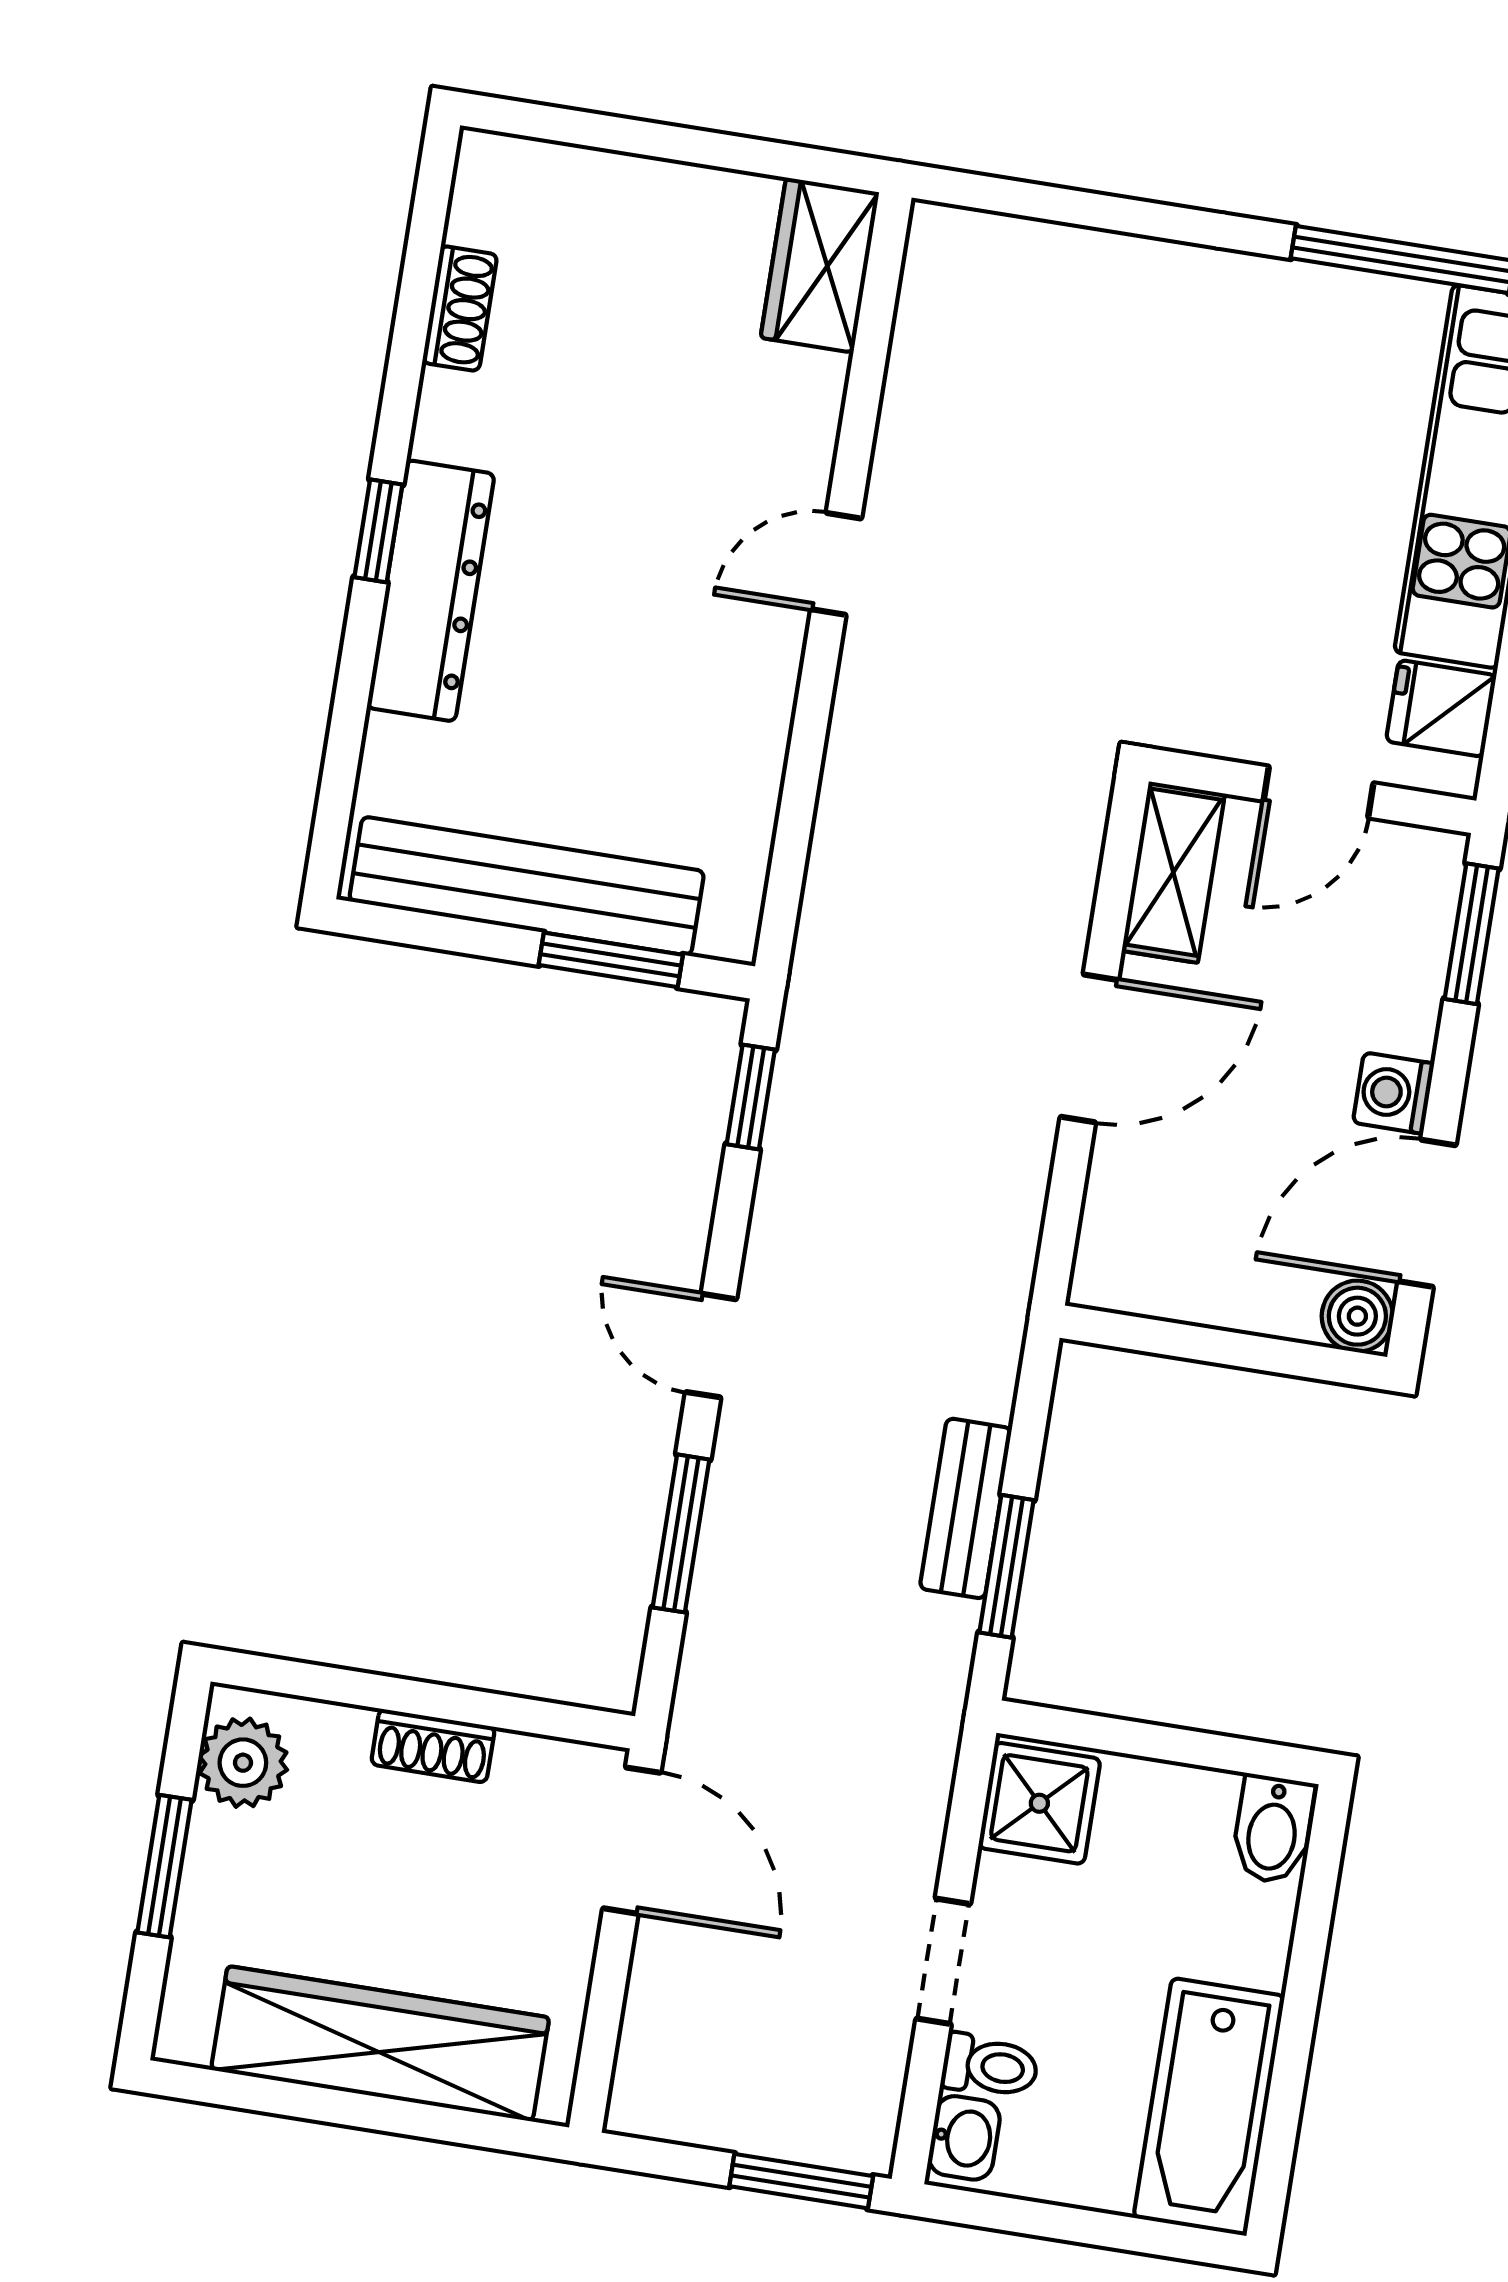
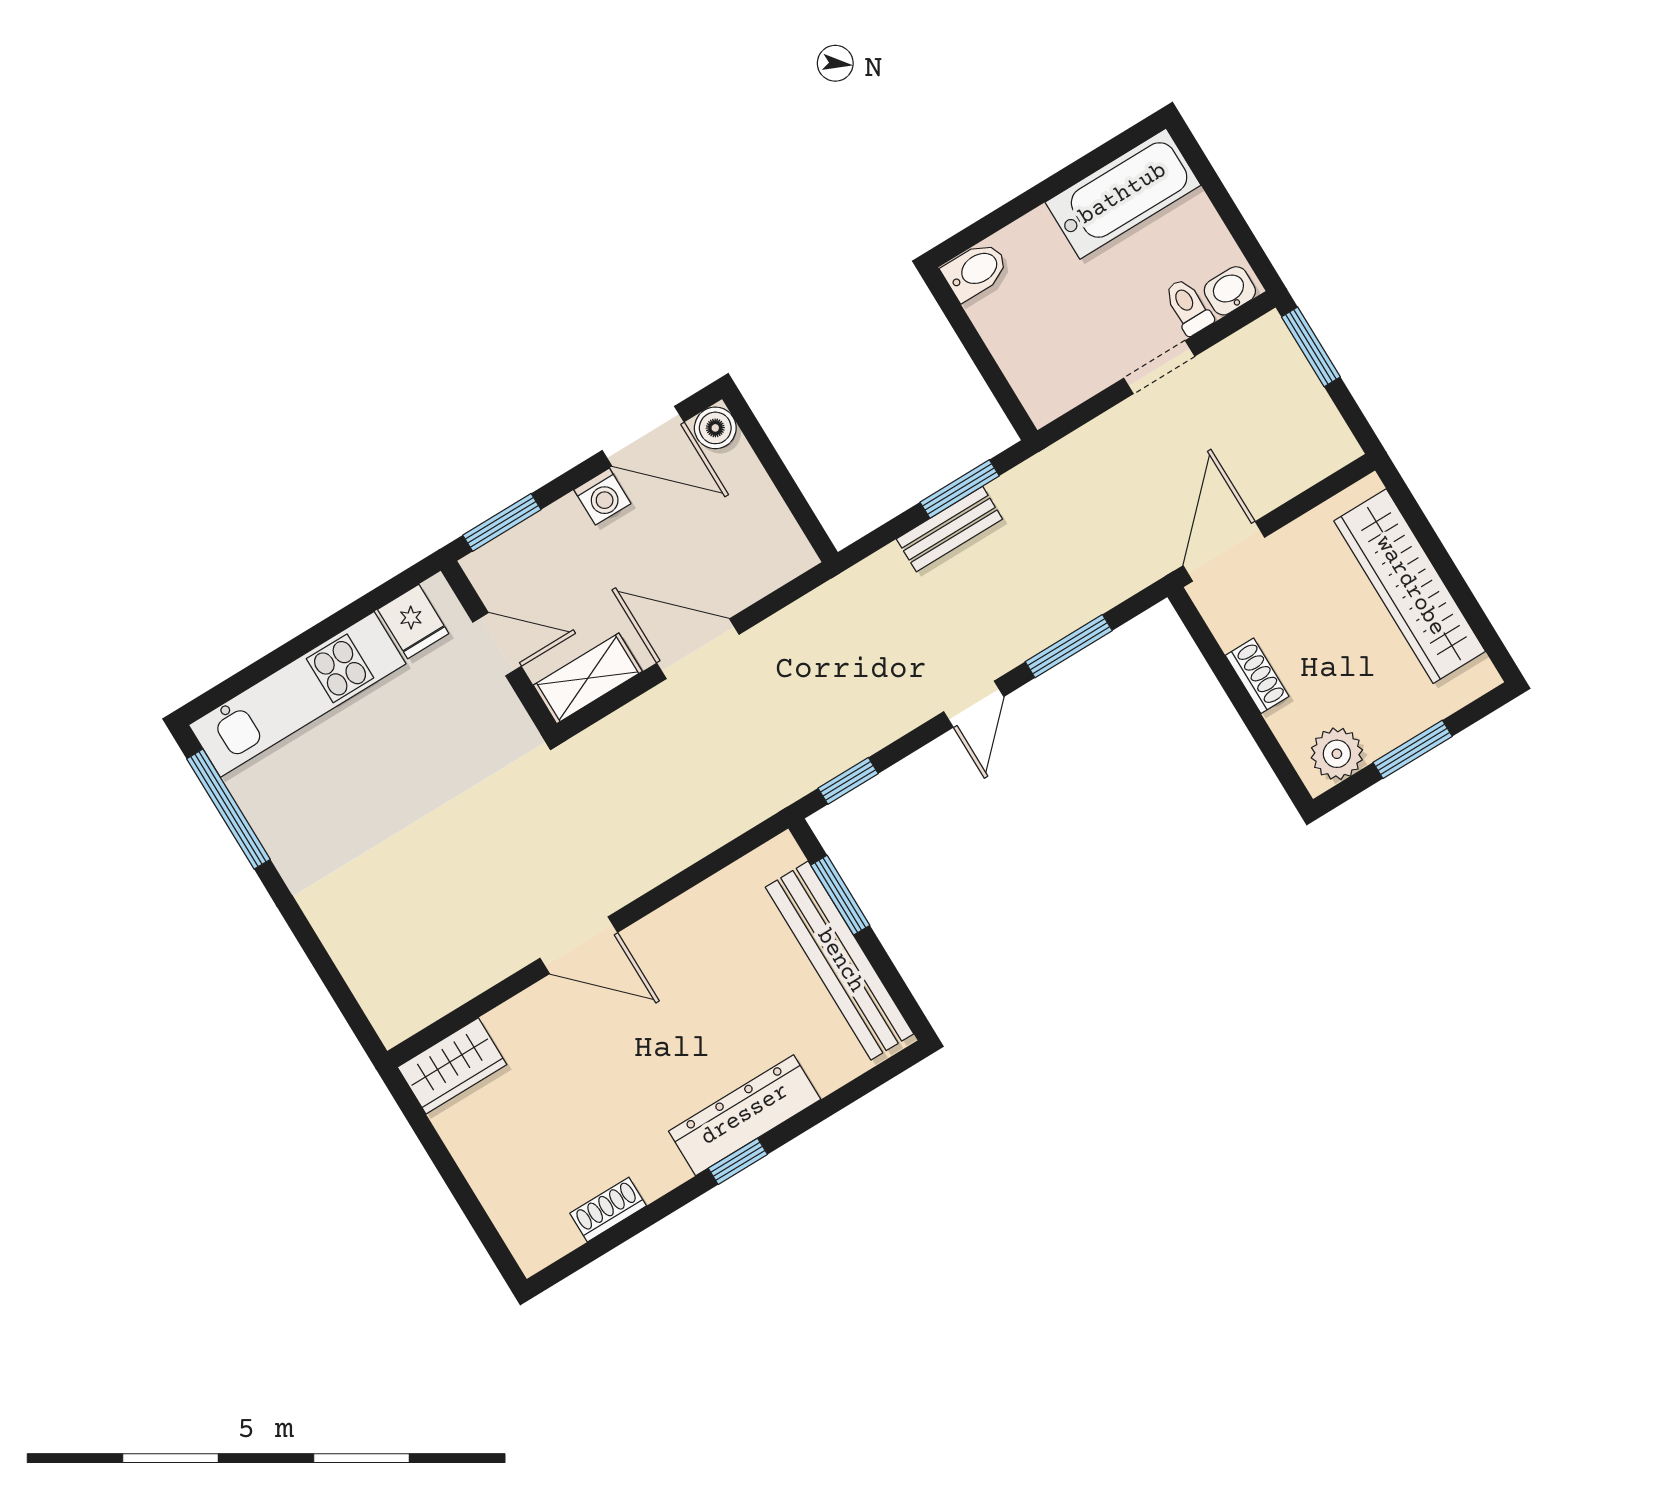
door: (836, 564) -> (579, 945), width x1.38
shower: (1039, 1803) -> (1053, 384), removed

